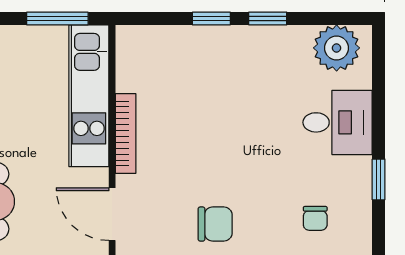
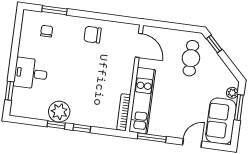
plant: (337, 48) -> (59, 112), moved
bookcase: (126, 133) -> (124, 112), moved
window: (379, 179) -> (9, 91), moved

